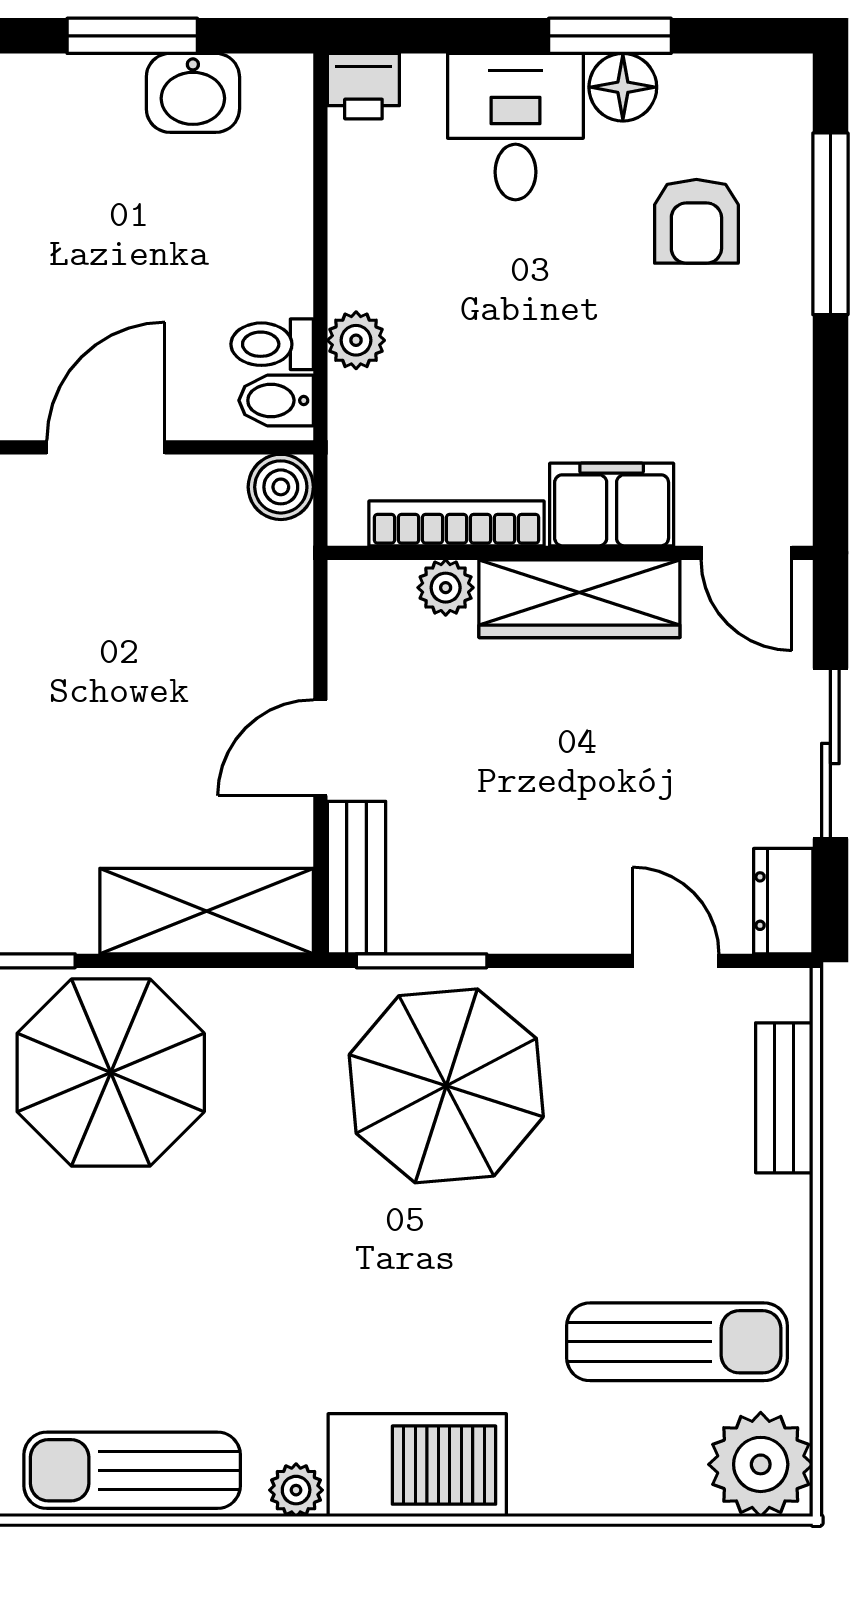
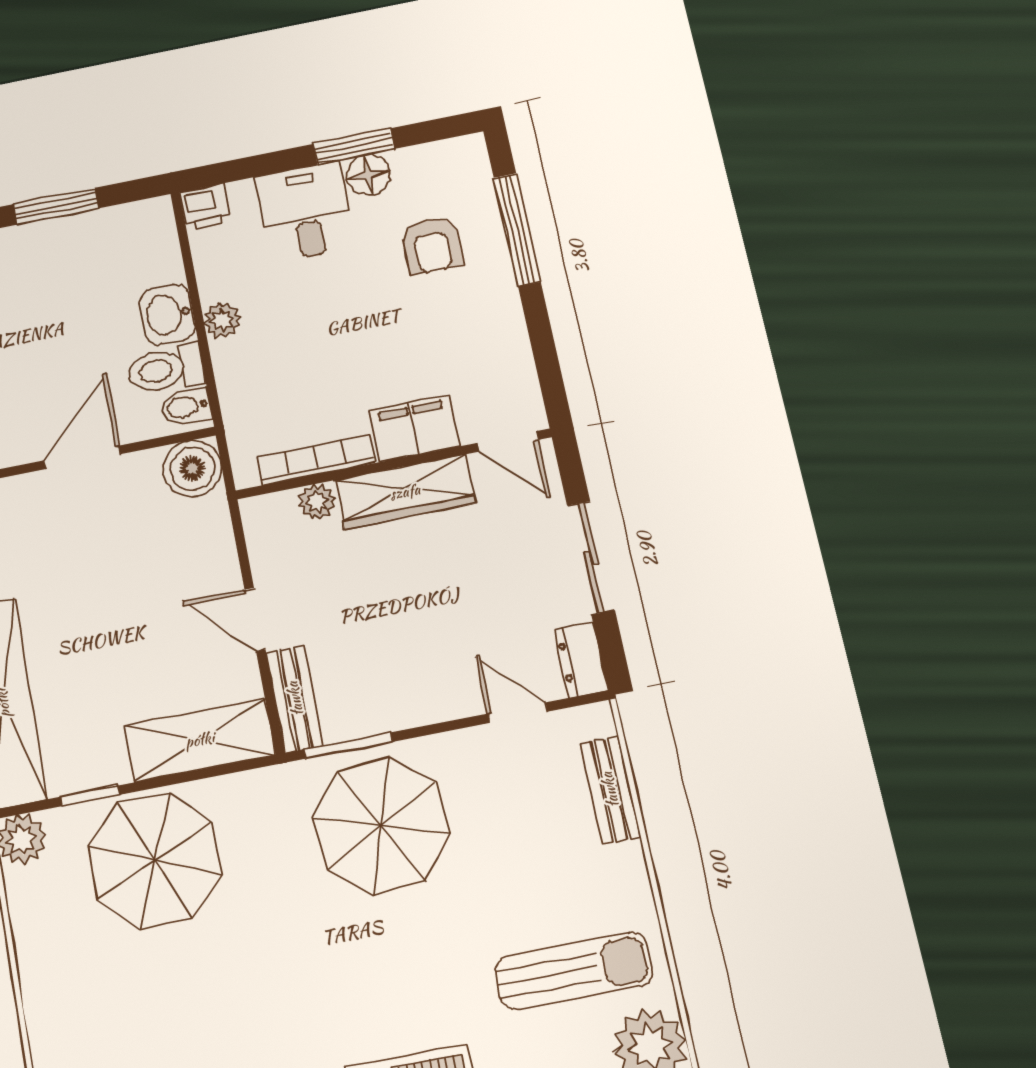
washbasin: (193, 93) -> (167, 314), moved, turned 90
plant: (356, 340) -> (222, 320), moved
toilet: (272, 344) -> (166, 369), width x1.37, depth x1.39
boiler: (281, 487) -> (192, 469), width x1.36, depth x1.36
door: (320, 748) -> (255, 620), hinge flipped

